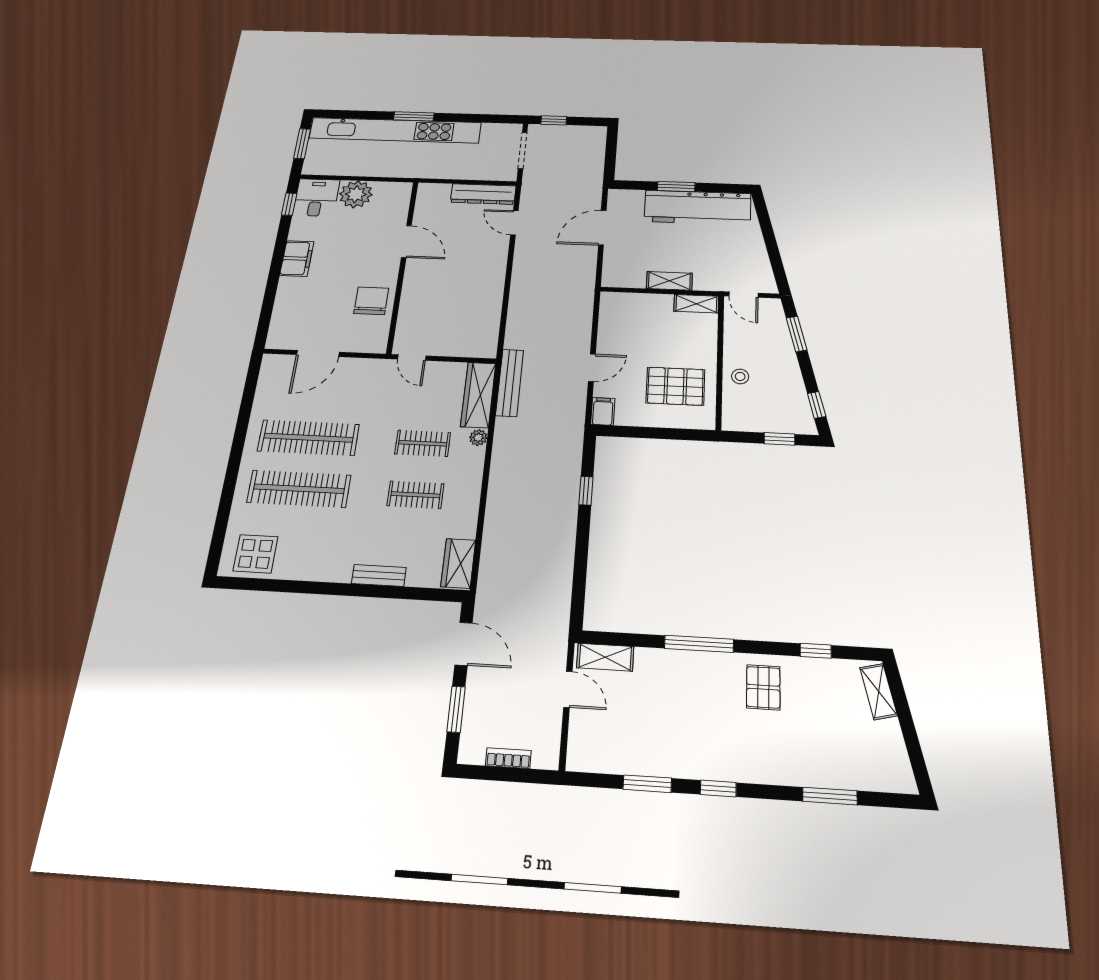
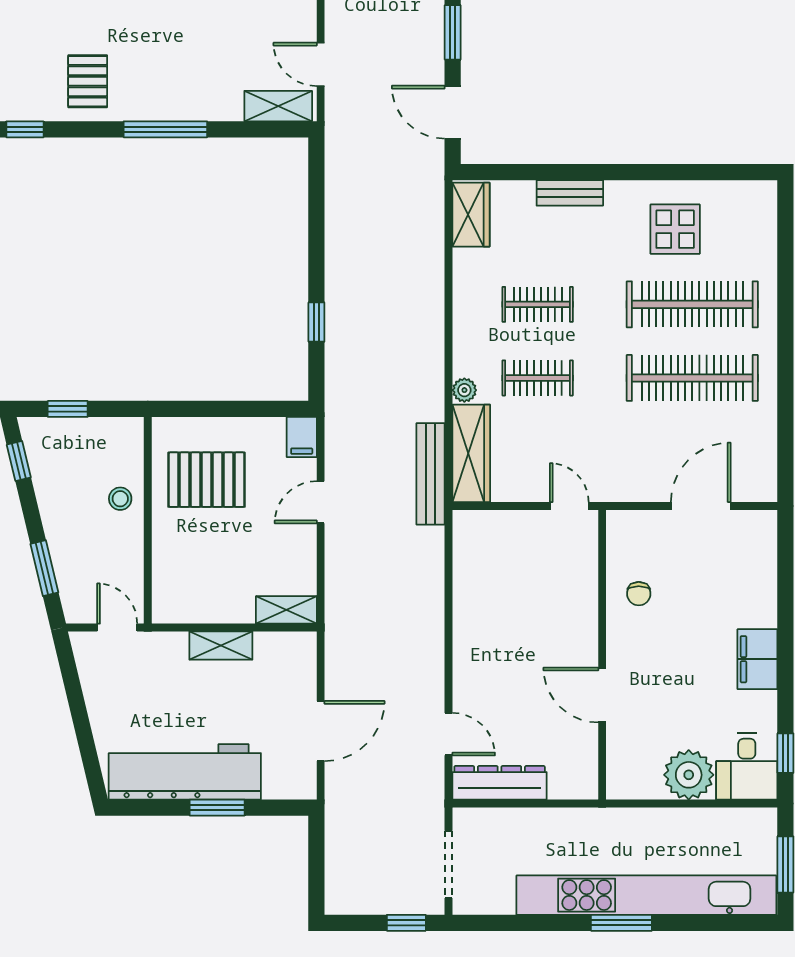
chair: (371, 301) -> (639, 594), width x0.54, depth x0.54
shelving: (696, 304) -> (286, 610), moved
display table: (256, 554) -> (675, 229), moved

